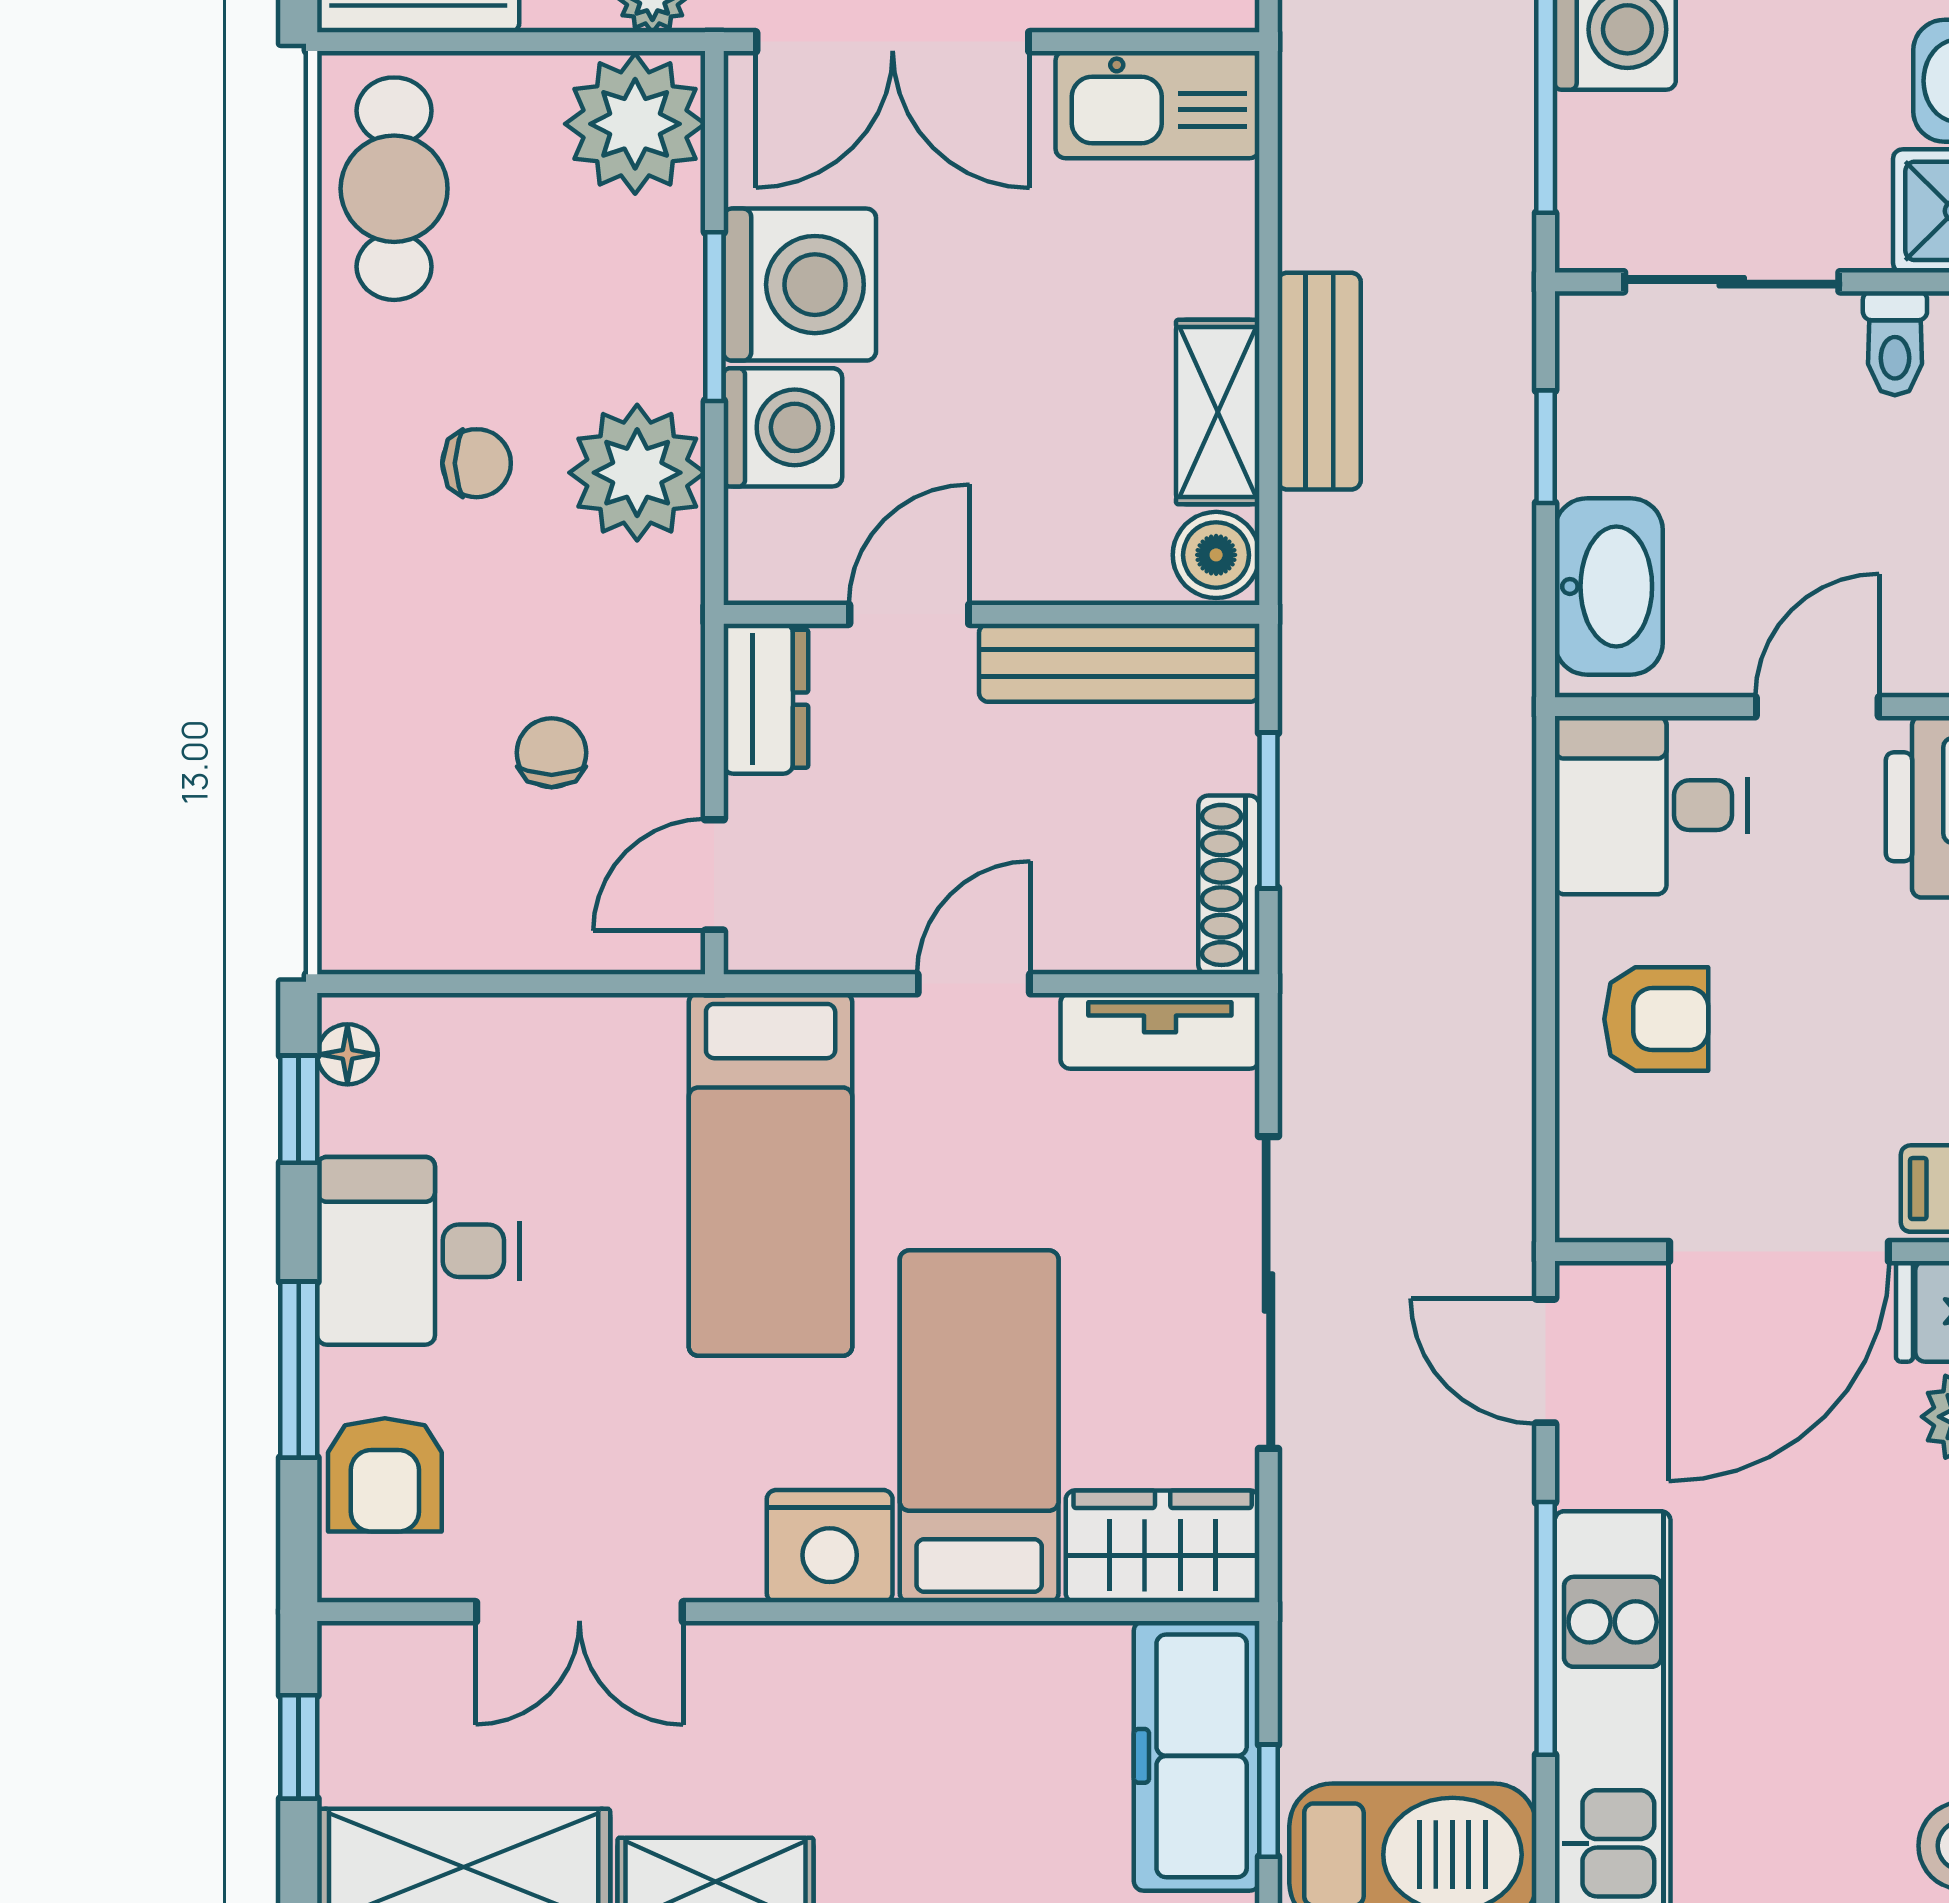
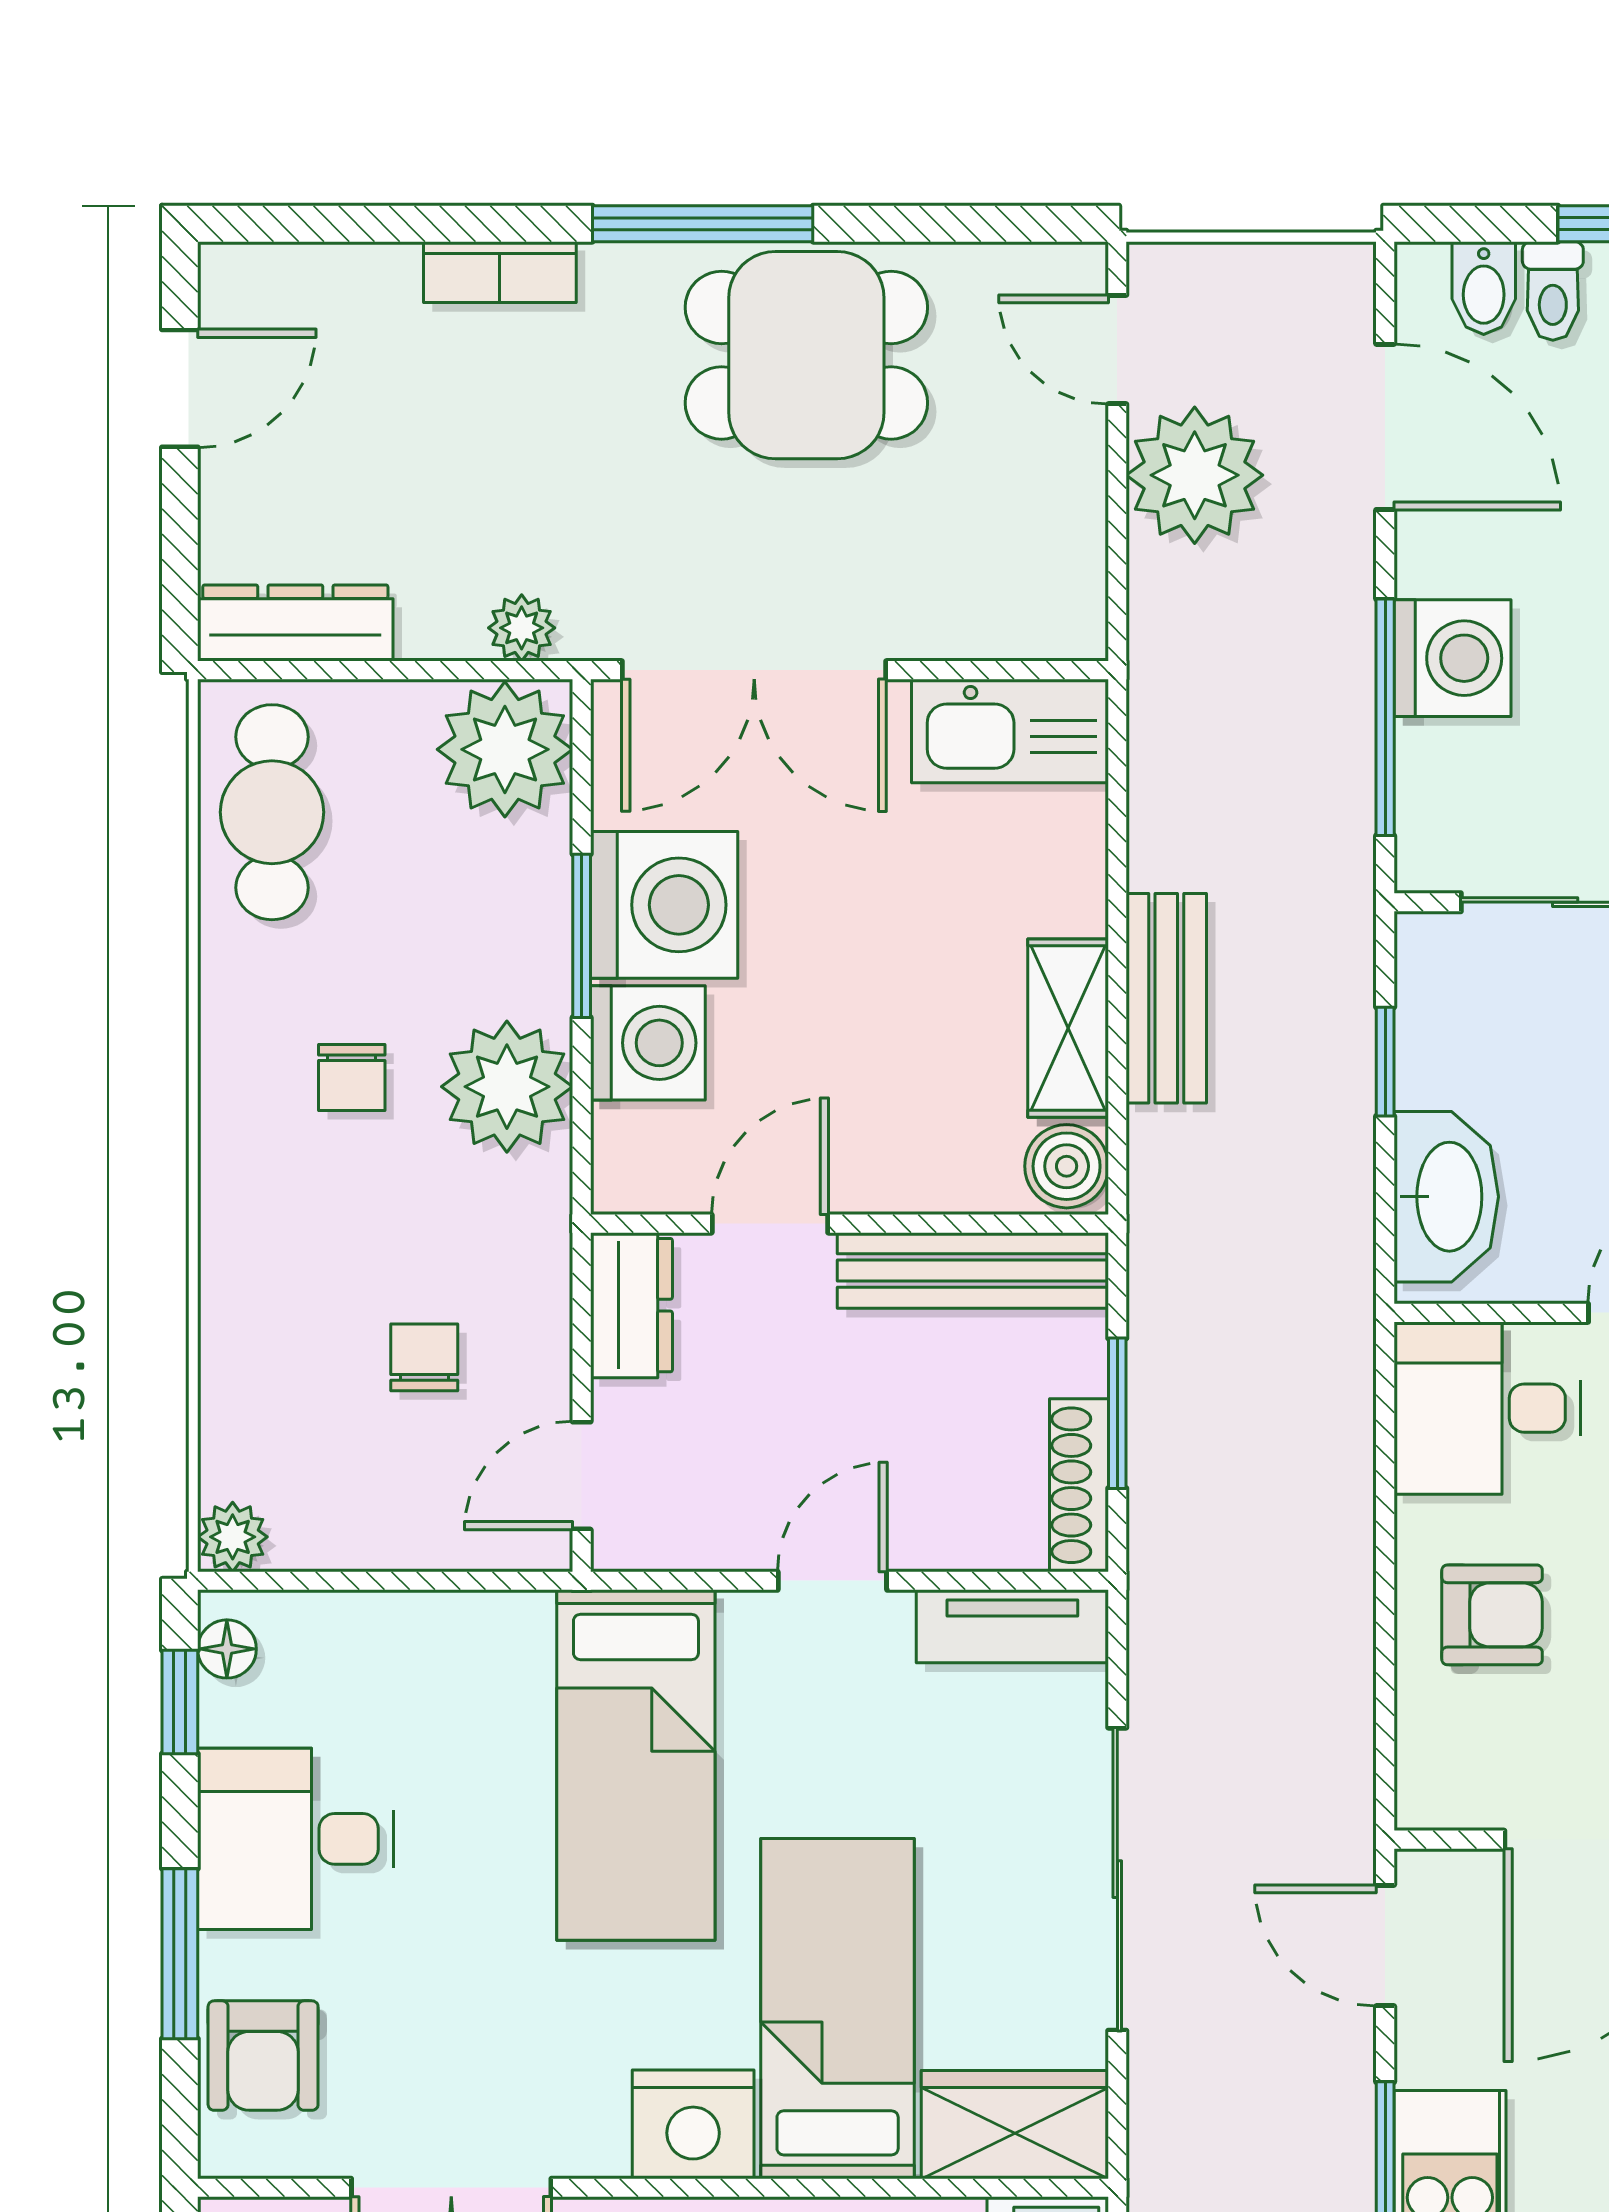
chair: (477, 463) -> (352, 1078), turned 90
plant: (353, 938) -> (233, 1537), added

